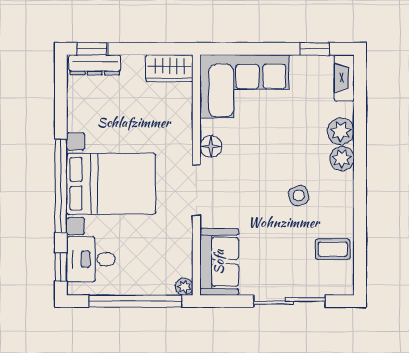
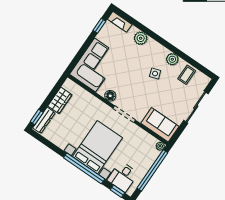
wardrobe: (169, 68) -> (60, 100), moved
plant: (342, 159) -> (172, 59), moved

